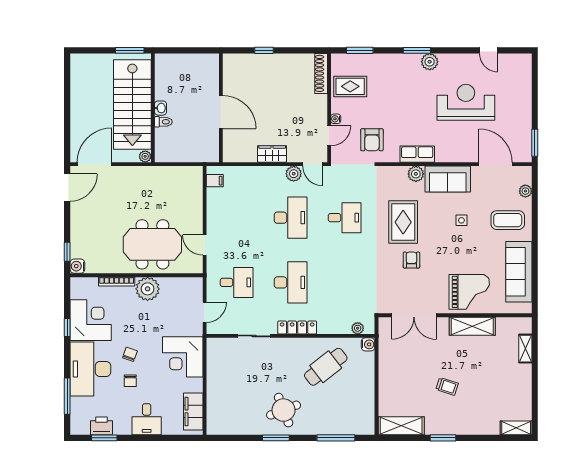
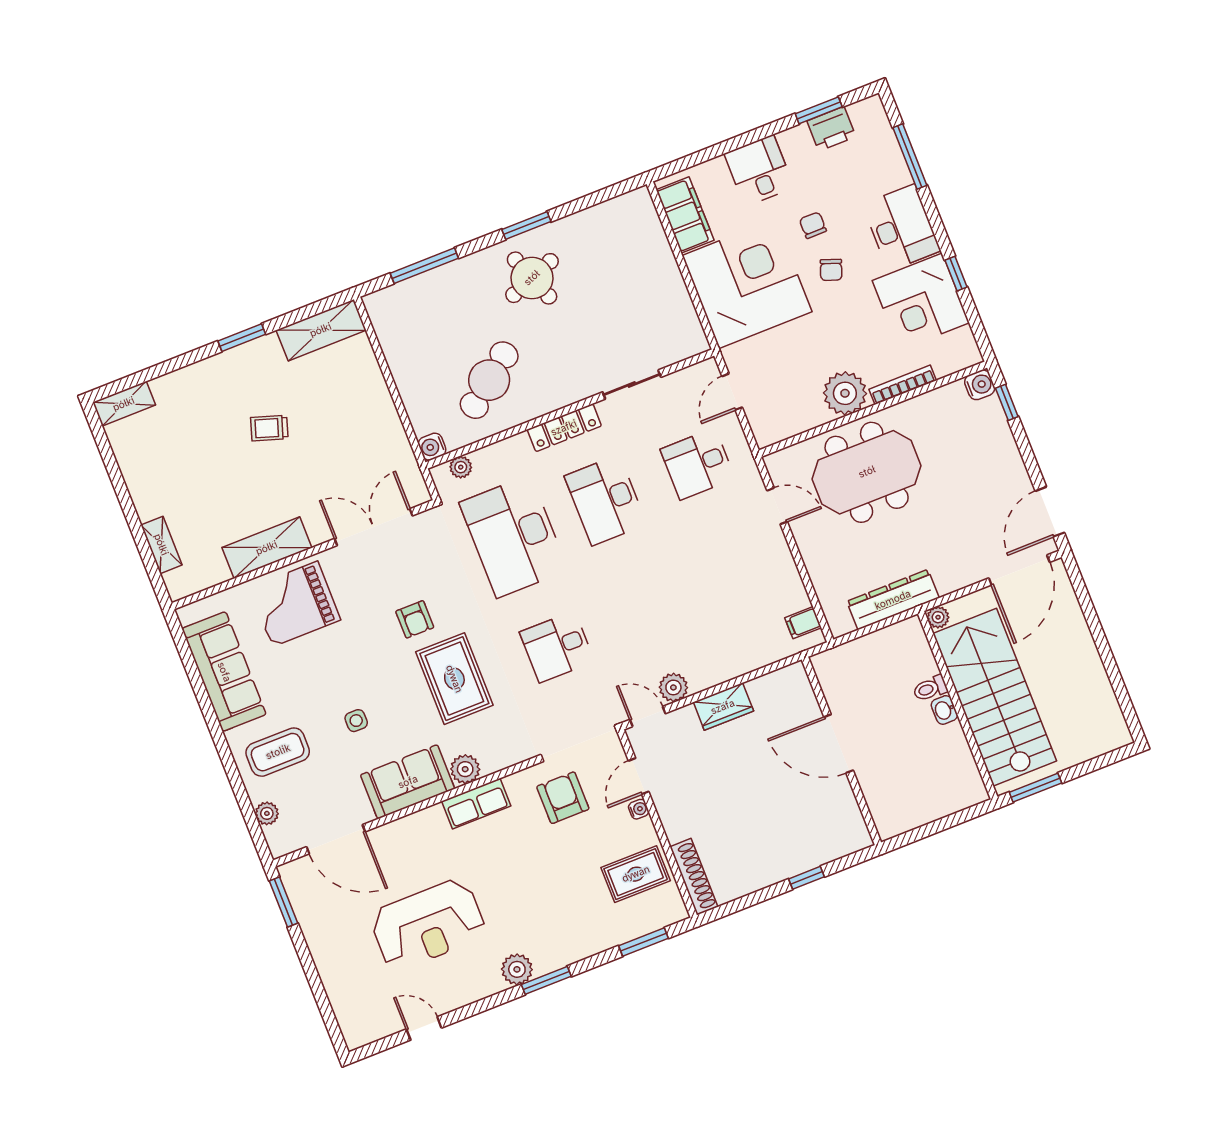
dresser: (164, 174) -> (893, 600), added
desk: (291, 218) -> (514, 536), moved, width x1.36, depth x1.30
corner desk: (183, 357) -> (747, 284), width x1.36, depth x1.36
desk: (90, 369) -> (901, 228), width x0.73, depth x0.77

